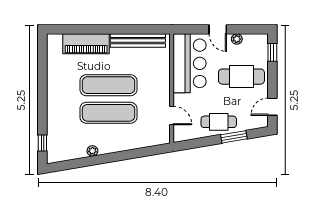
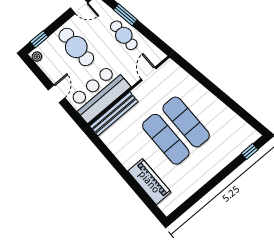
plant: (237, 39) -> (37, 57), moved
bench: (138, 41) -> (114, 114), moved, turned 90
plant: (92, 151) -> (224, 110), removed

